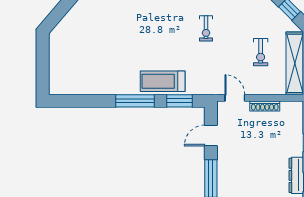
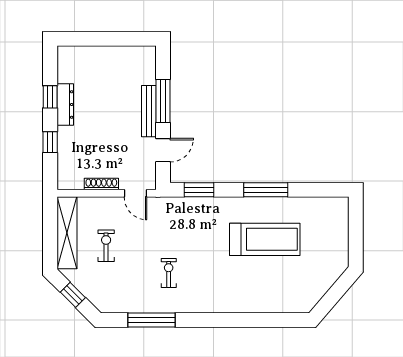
treadmill: (163, 81) -> (265, 239), moved, width x1.37, depth x1.38
window: (135, 101) -> (266, 190), moved
bench: (223, 170) -> (149, 111), added

